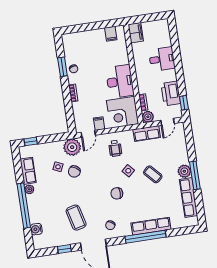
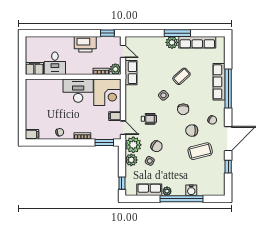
filing cabinet: (111, 34) -> (32, 134), moved
desk: (162, 59) -> (55, 63), moved, turned 180
window: (62, 67) -> (104, 143), moved
printer: (171, 93) -> (85, 44), moved
plant: (56, 147) -> (131, 160), added
wheelchair: (115, 148) -> (149, 119), moved
coffee table: (153, 174) -> (181, 76), moved
chair: (96, 206) -> (192, 131), added
water cooler: (36, 229) -> (191, 190), moved

